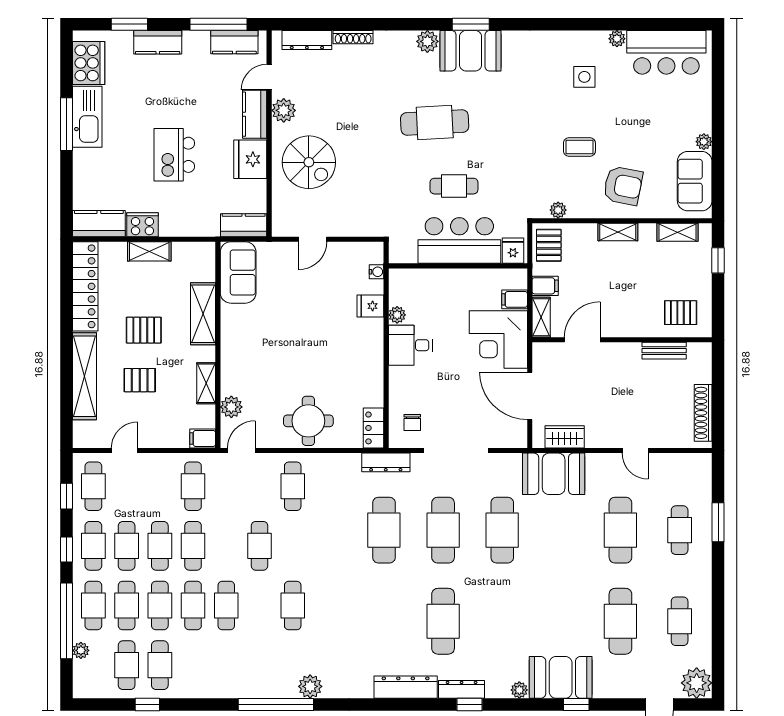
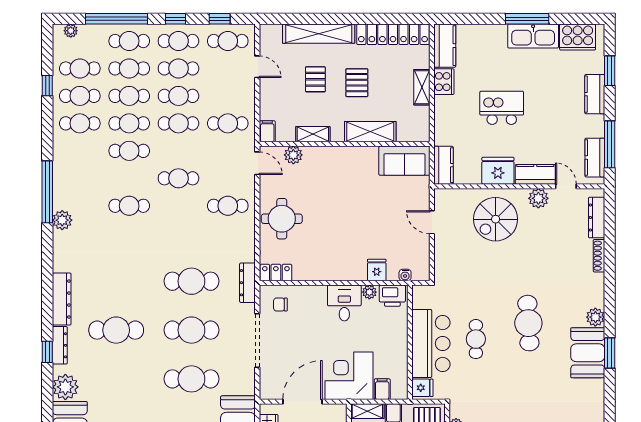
printer: (401, 287) -> (392, 296), added
plant: (81, 650) -> (71, 31), moved
cafe table: (193, 665) -> (80, 123), added
plant: (519, 690) -> (65, 387), width x1.87, depth x1.87

